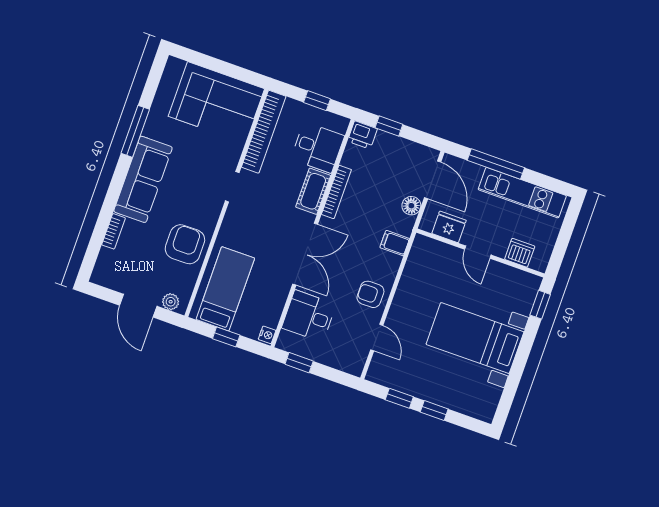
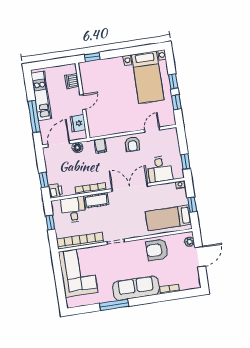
bed with nightstands: (475, 338) -> (148, 77), moved

